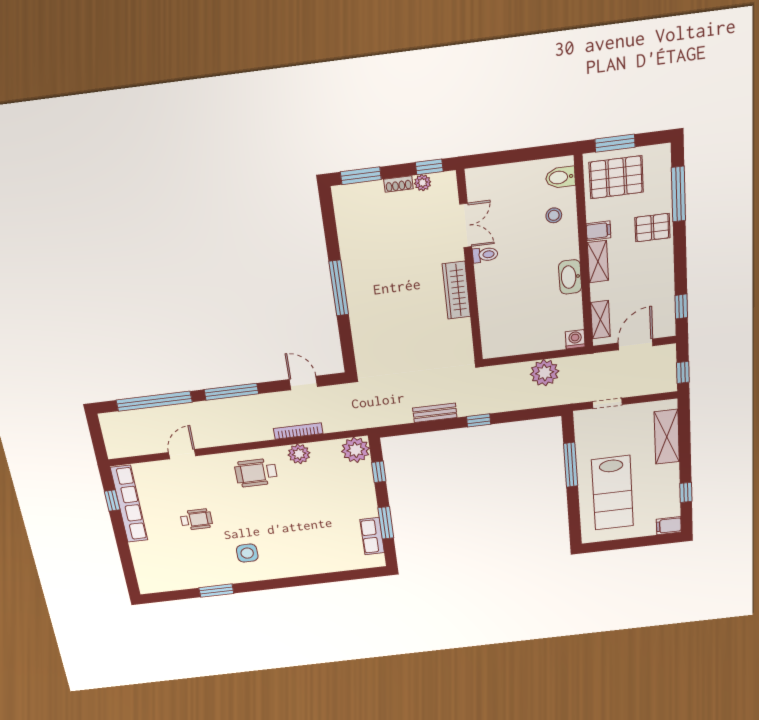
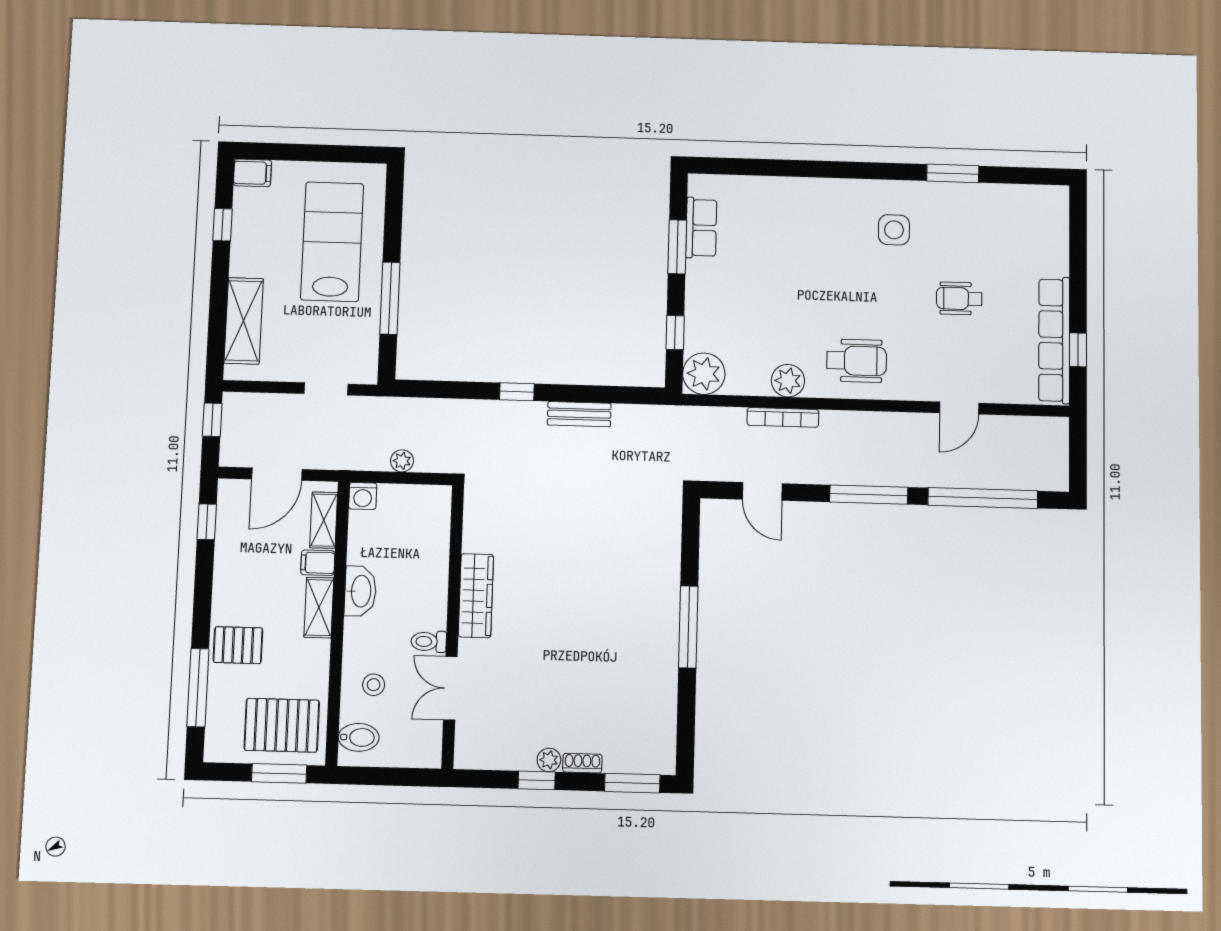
double door: (466, 225) -> (450, 688), moved
filing cabinet: (598, 231) -> (318, 563), moved
toilet: (485, 255) -> (429, 642), moved
wall: (470, 268) -> (453, 626), moved
wardrobe: (456, 290) -> (476, 596), moved
plant: (545, 373) -> (402, 461), width x0.53, depth x0.53

